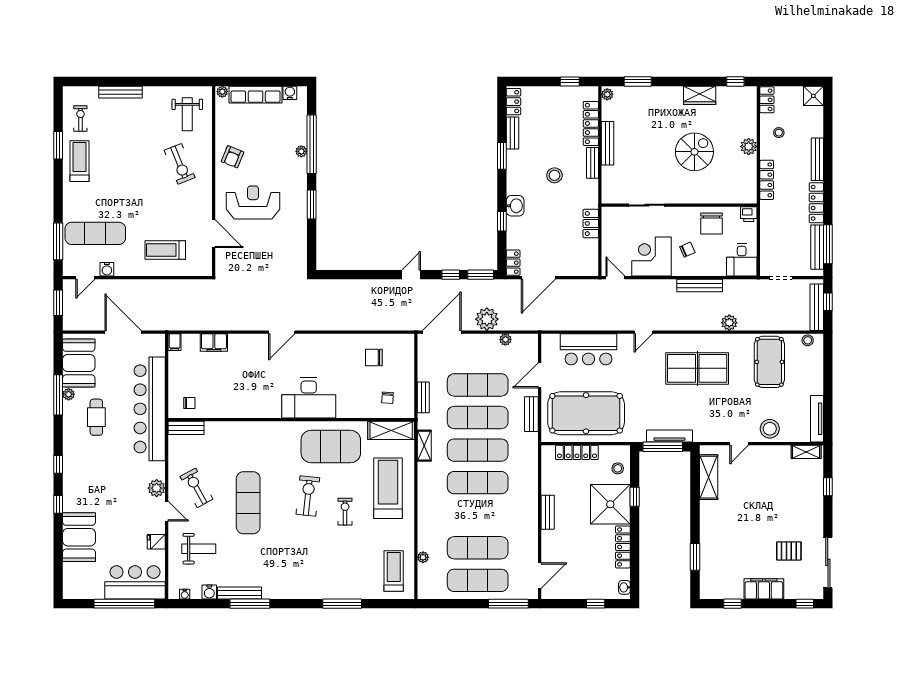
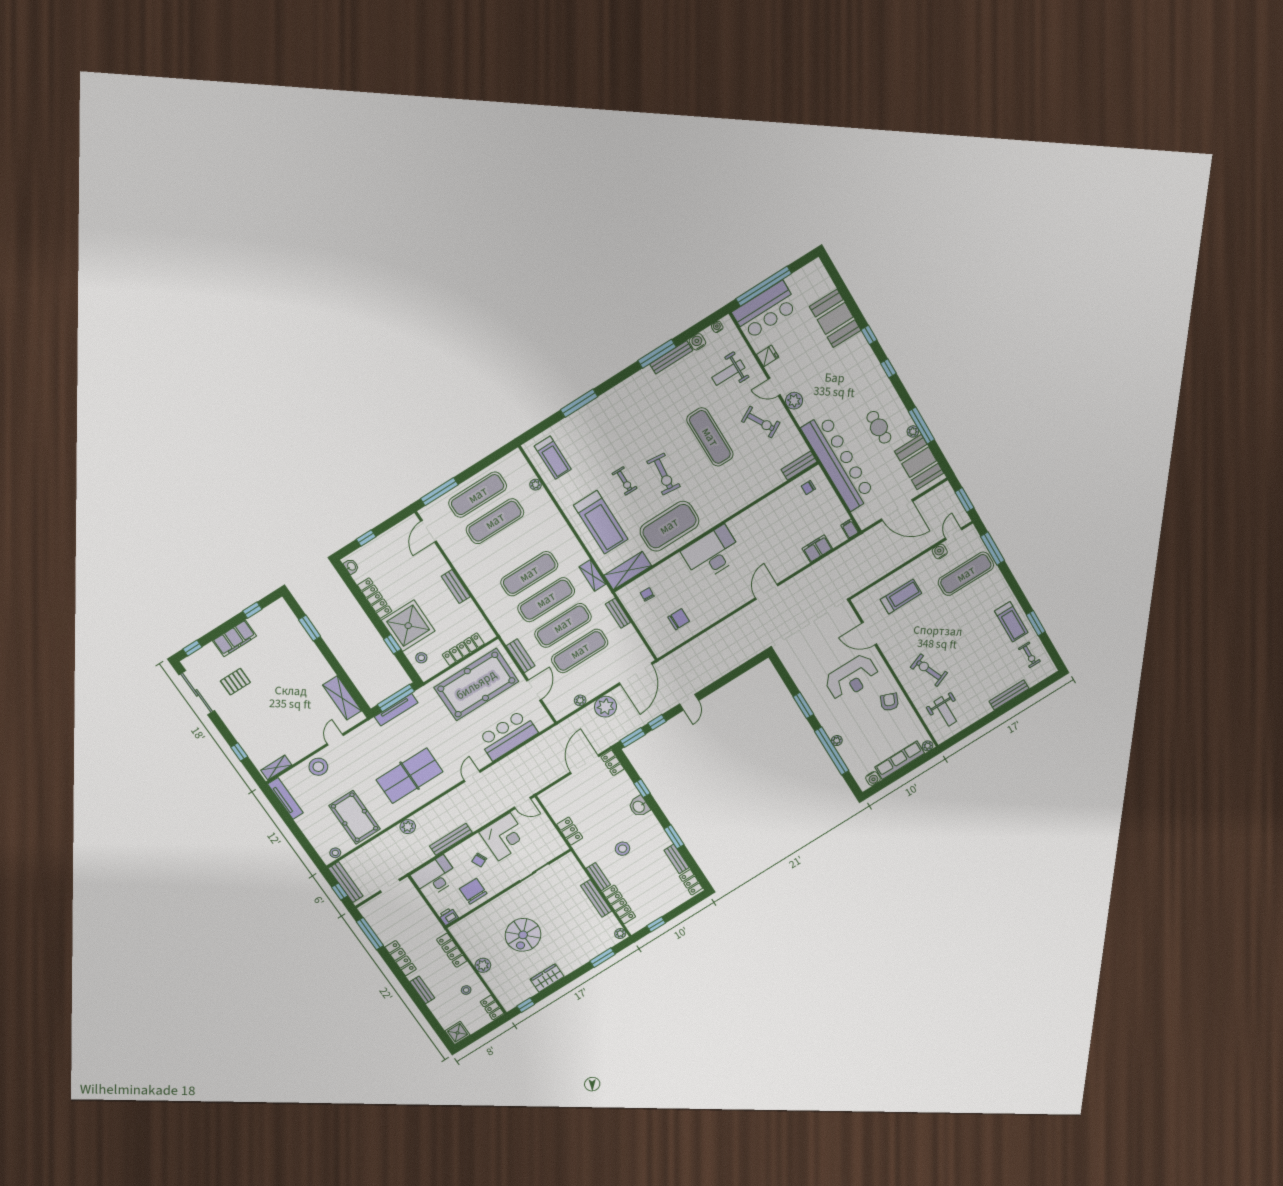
weight bench: (187, 114) -> (945, 711), turned 180
bench: (817, 159) -> (422, 990), width x0.73
bench: (817, 247) -> (377, 926), removed
desk: (742, 260) -> (435, 877), width x1.37

